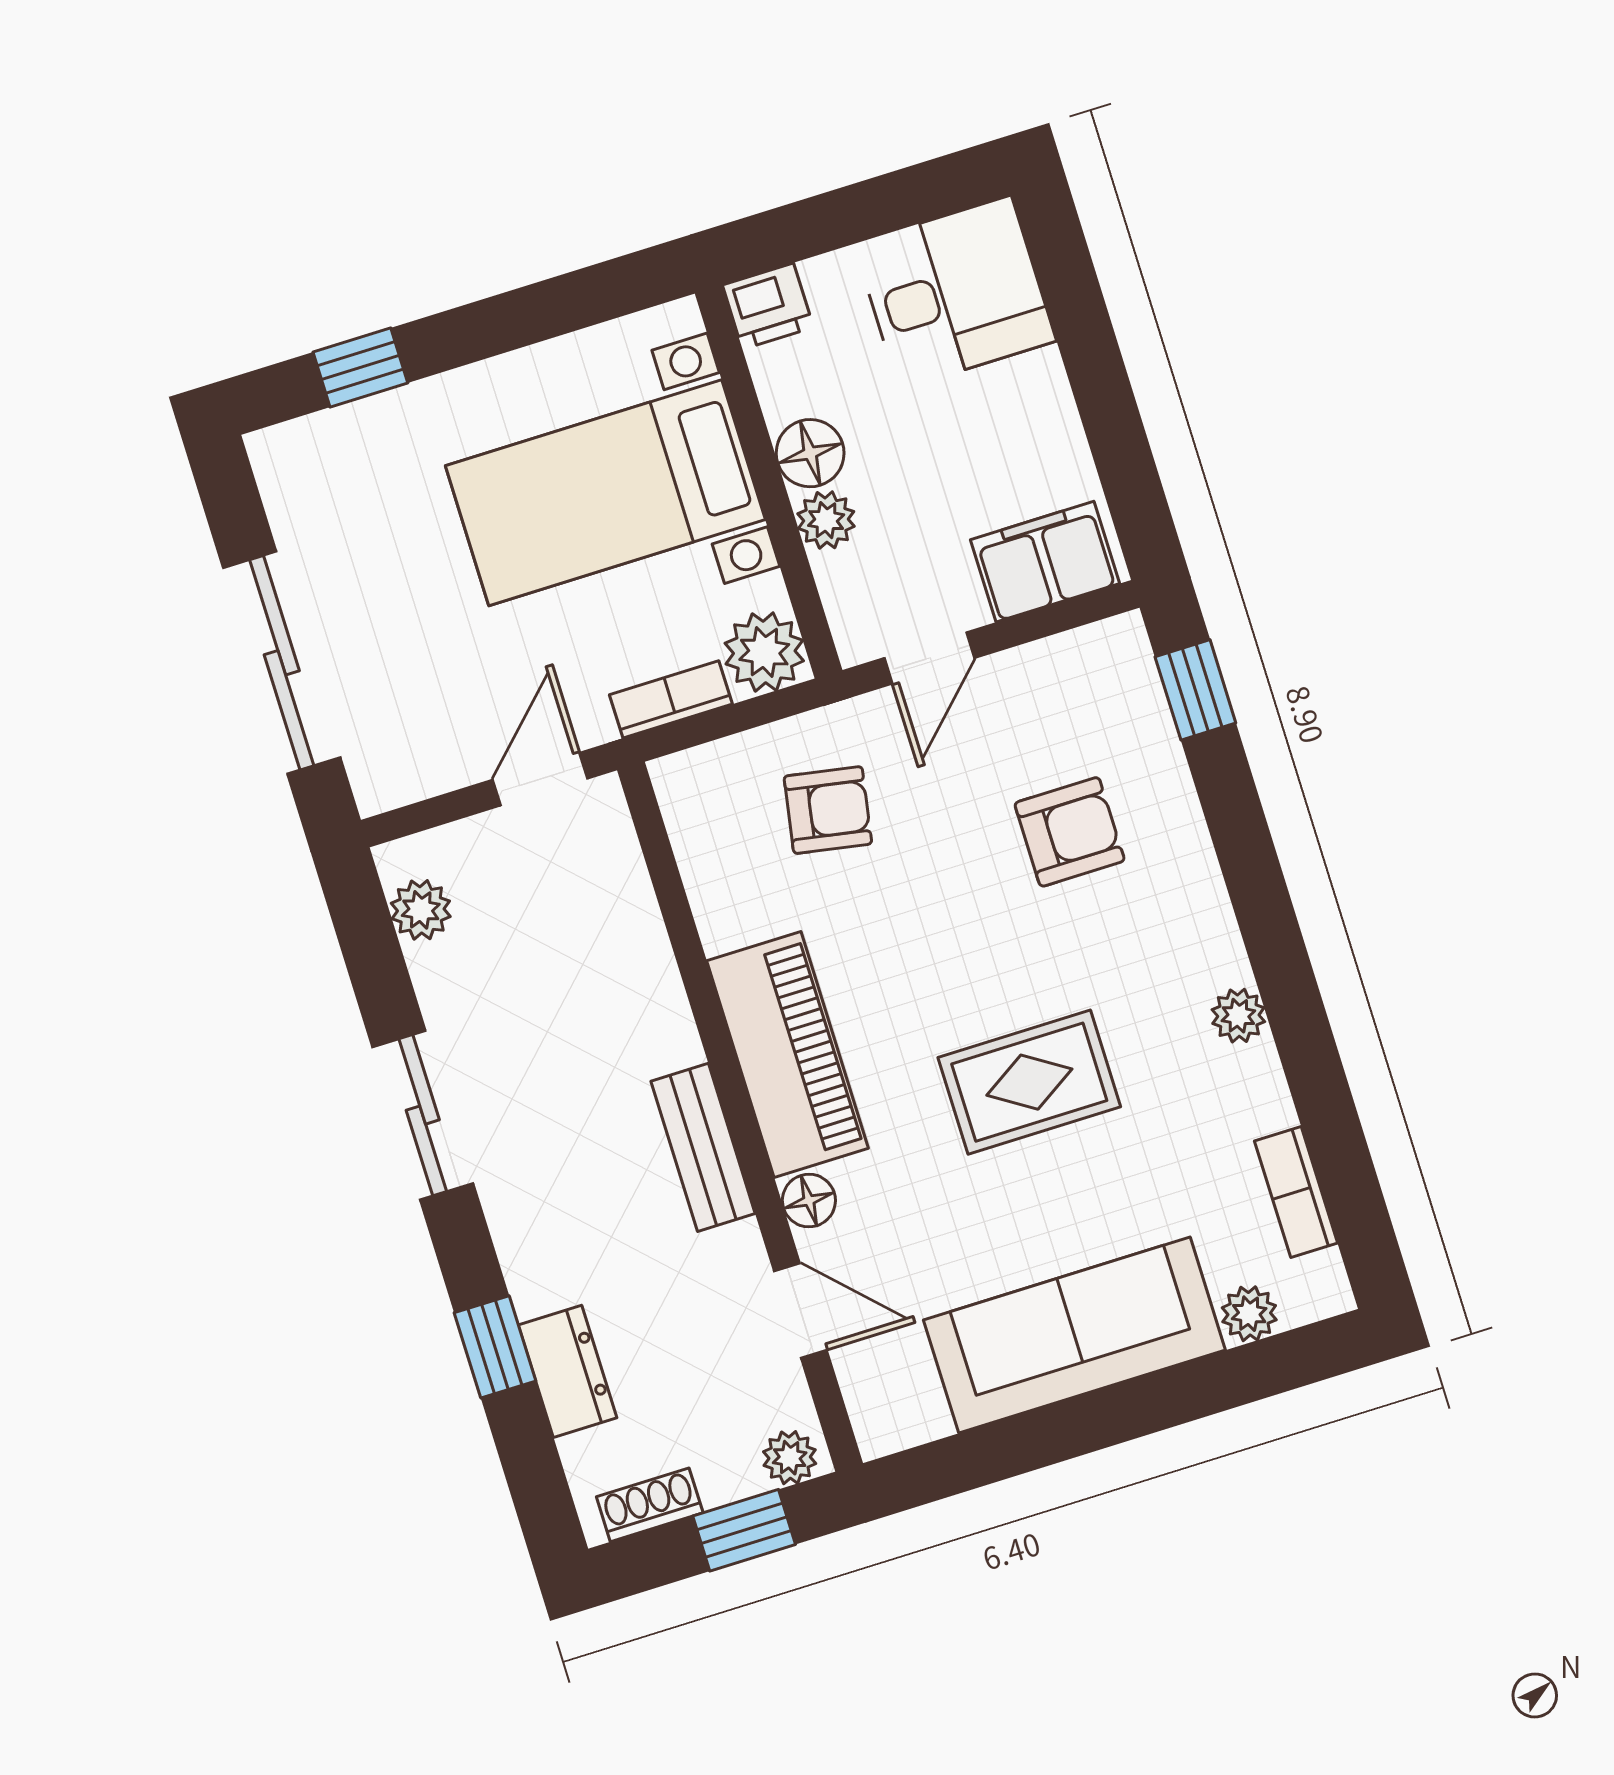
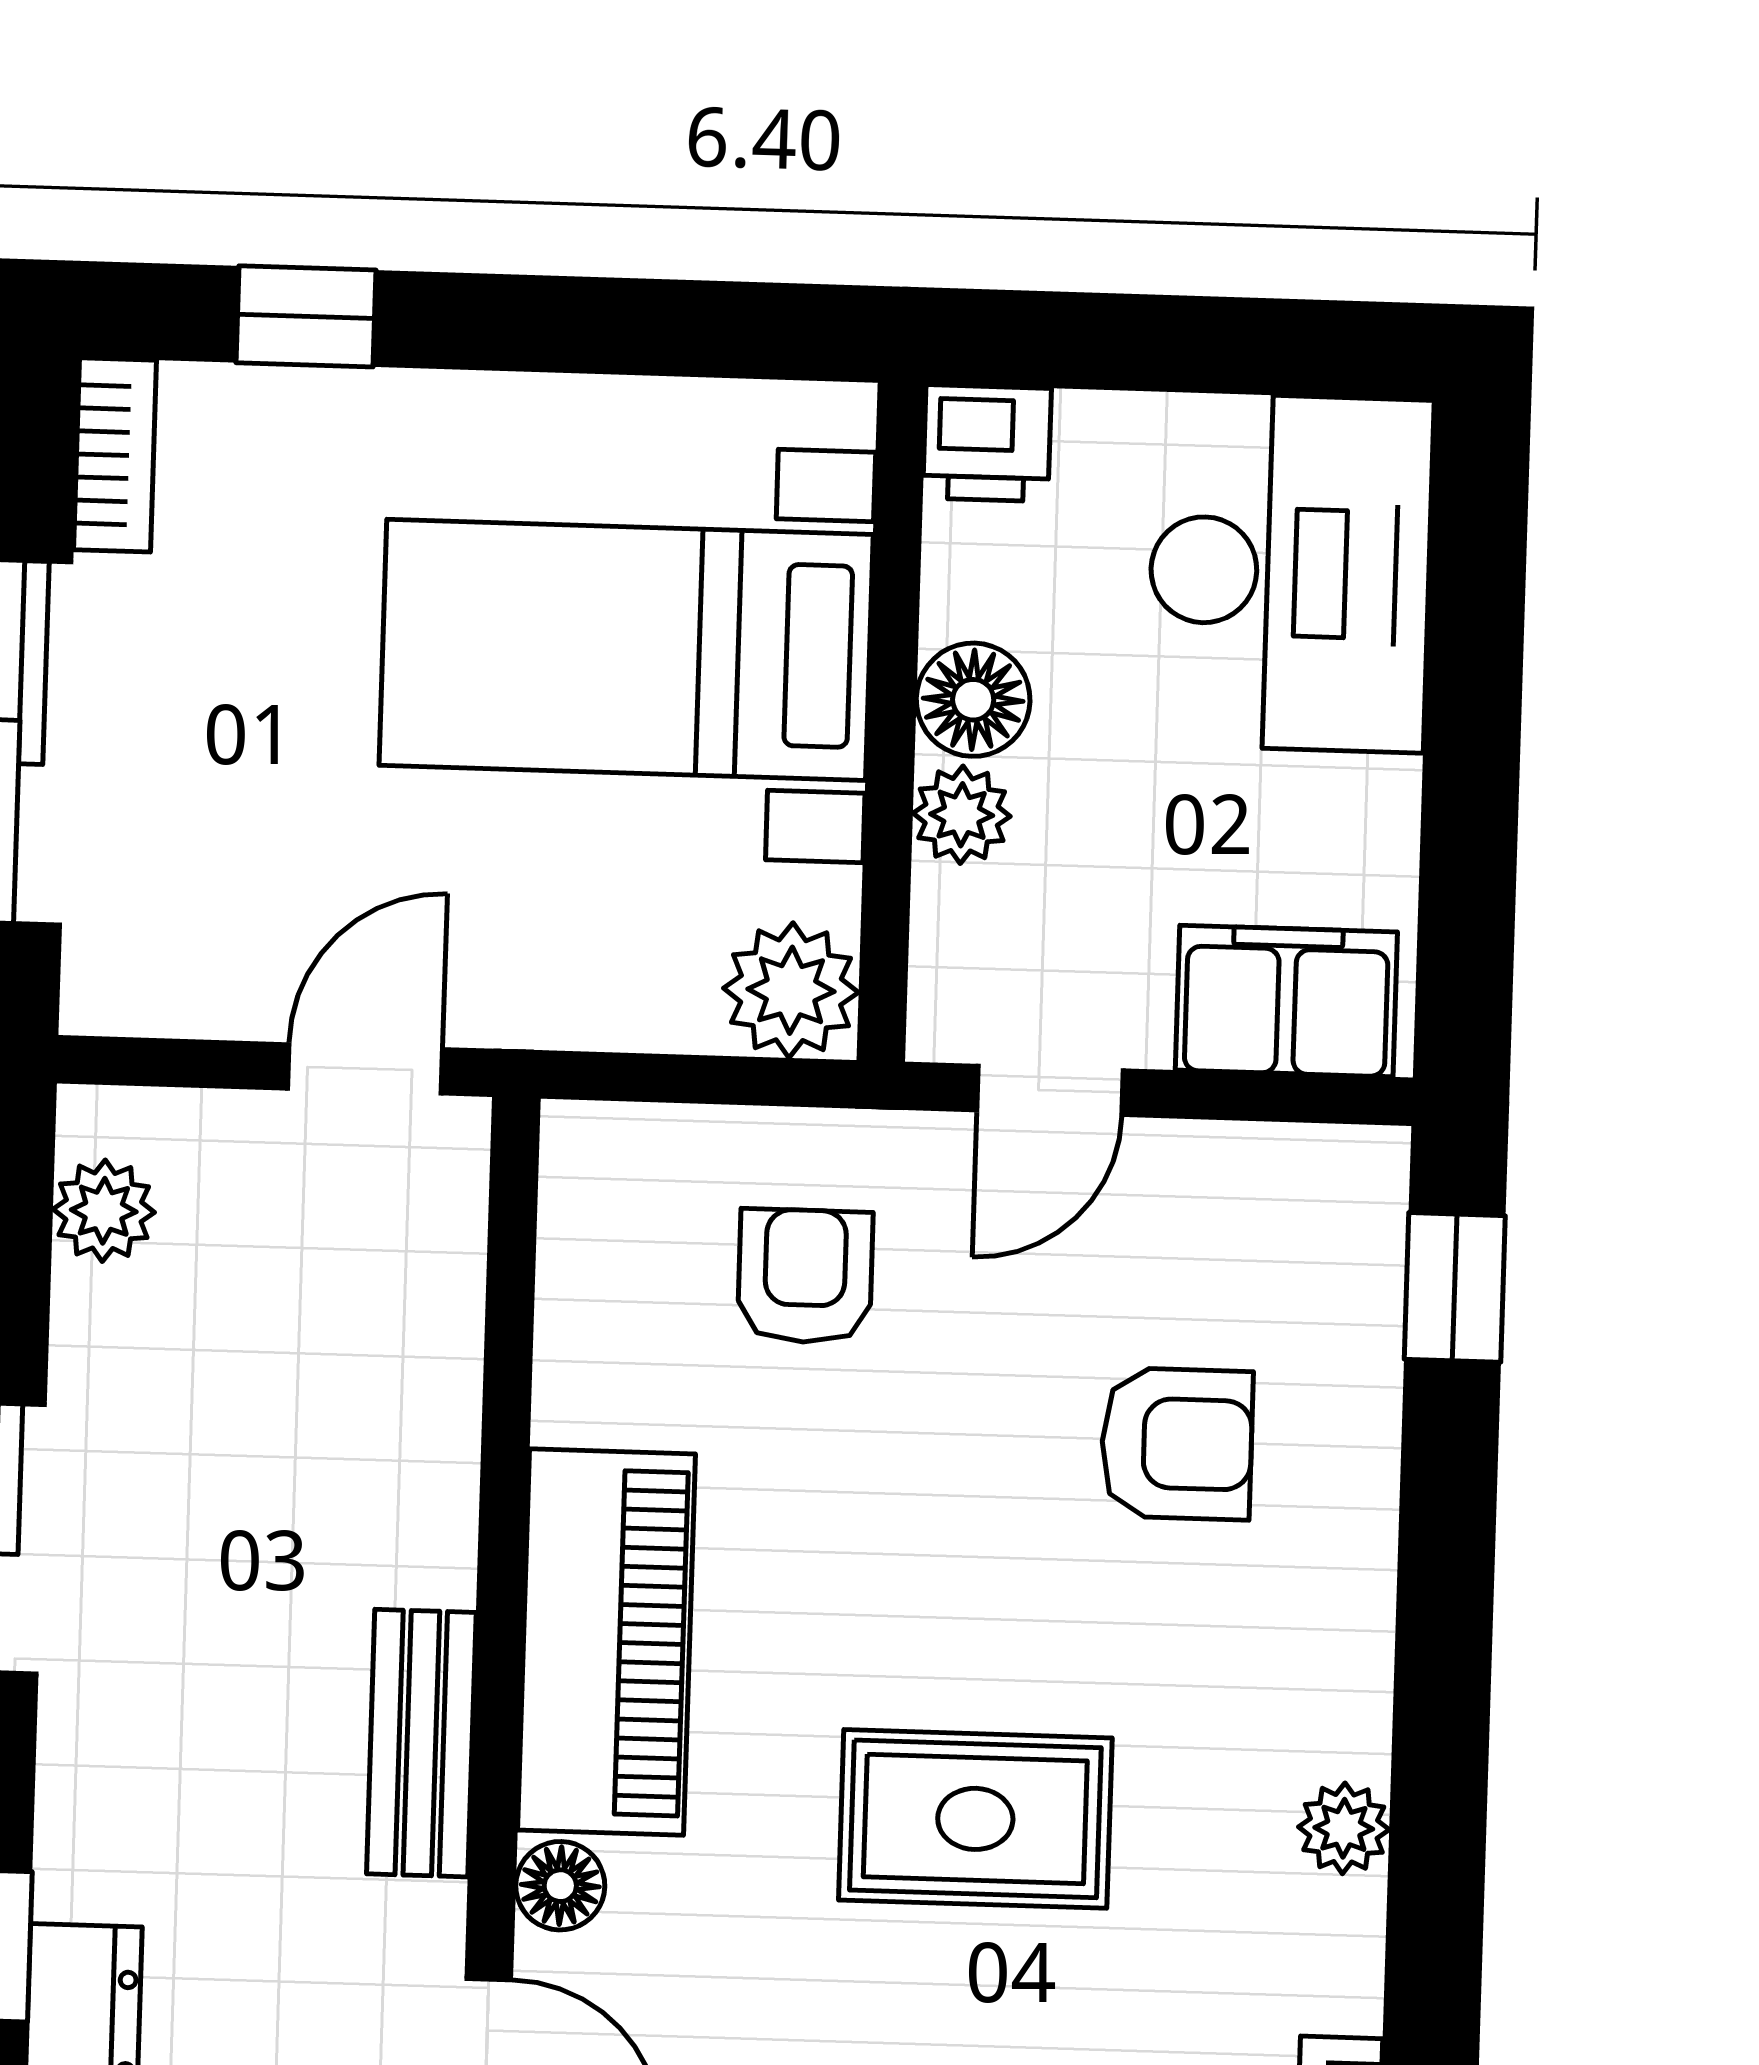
desk: (955, 293) -> (1290, 573), width x1.37
bookcase: (671, 699) -> (115, 455), moved, turned 90
armchair: (828, 810) -> (805, 1276), turned -100

